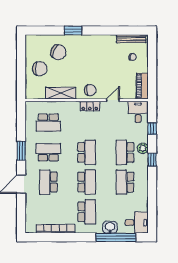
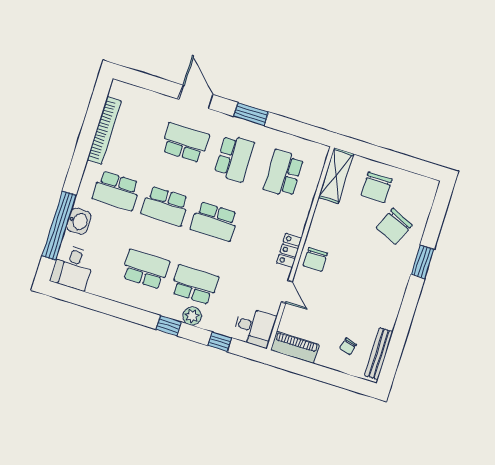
shelving: (61, 93) -> (336, 175), moved

